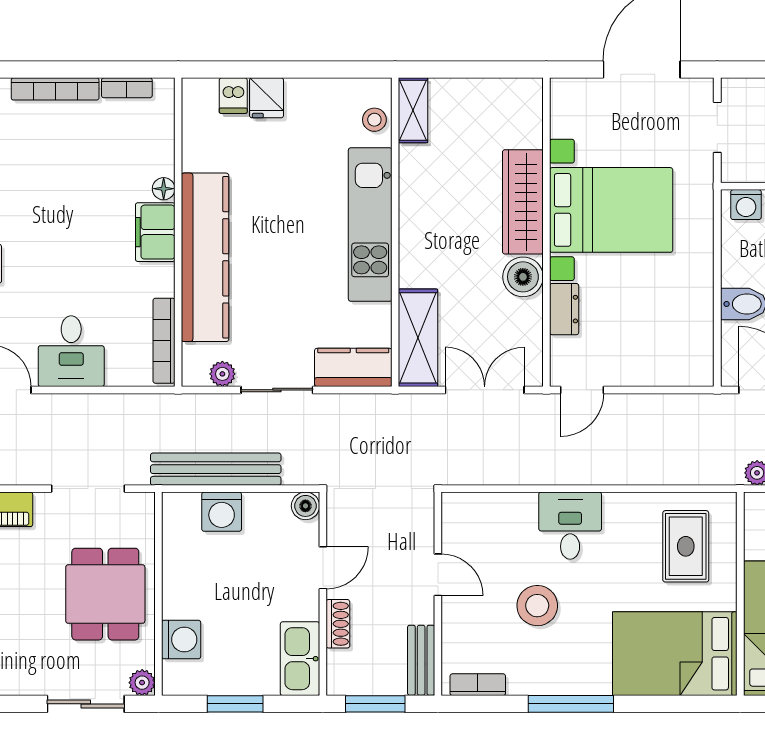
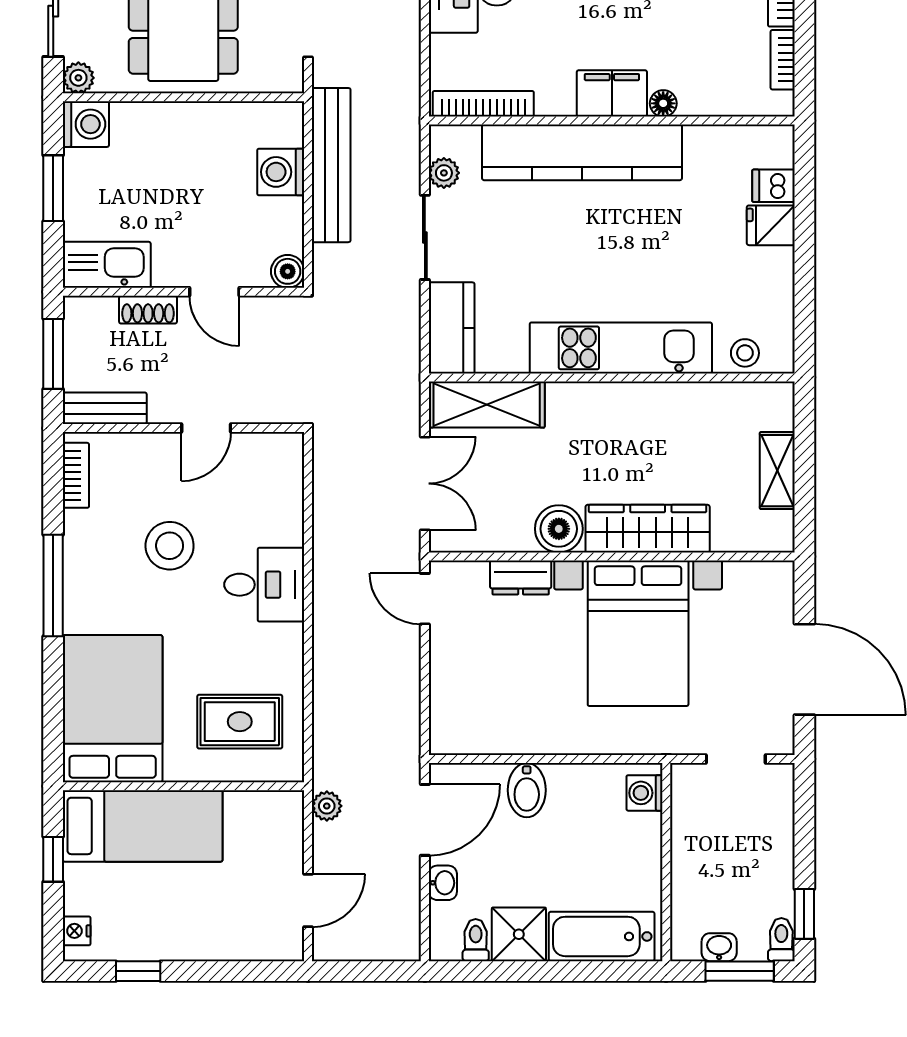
shelving: (413, 110) -> (777, 471), moved, turned 90
washing machine: (181, 639) -> (86, 124), moved, turned -90

